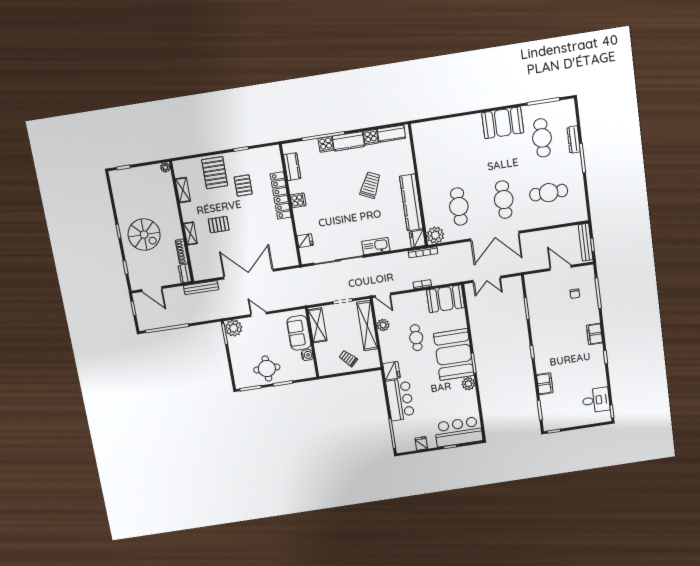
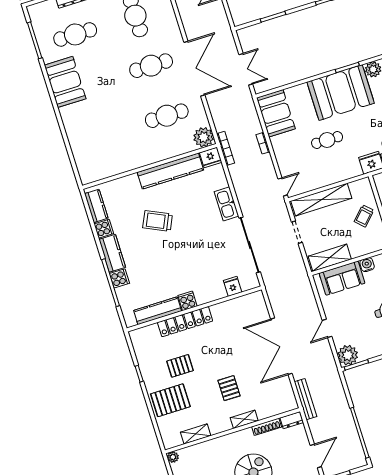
kitchen counter: (292, 167) -> (158, 311), width x1.50
plant: (383, 325) -> (318, 181), removed

